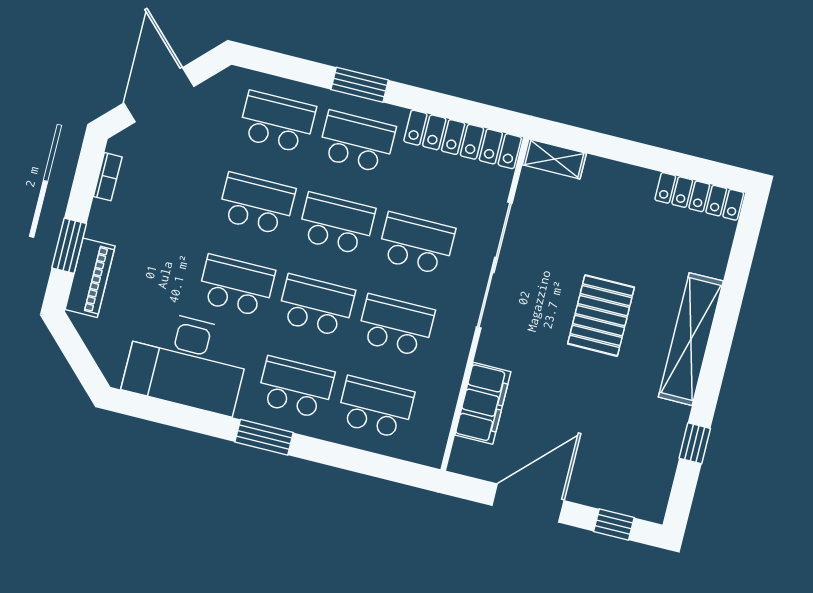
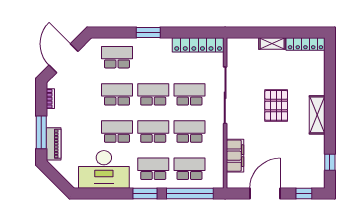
school desk: (357, 142) -> (153, 57), removed
shelving: (554, 159) -> (272, 43), moved
window: (69, 246) -> (41, 132), width x1.44
shelving: (691, 339) -> (317, 115), width x0.68
window: (695, 443) -> (330, 162), moved
window: (363, 462) -> (190, 193), added

